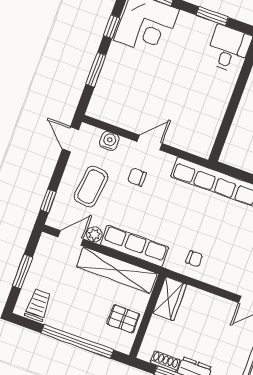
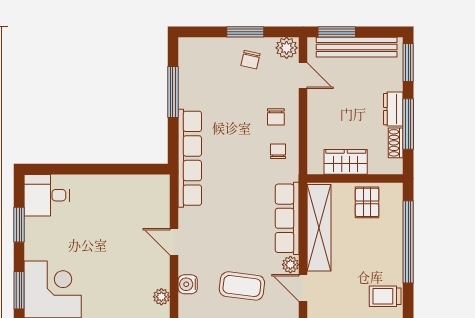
plant: (107, 115) -> (161, 297), added
chair: (137, 177) -> (276, 117), moved
wardrobe: (170, 299) -> (346, 162), moved

